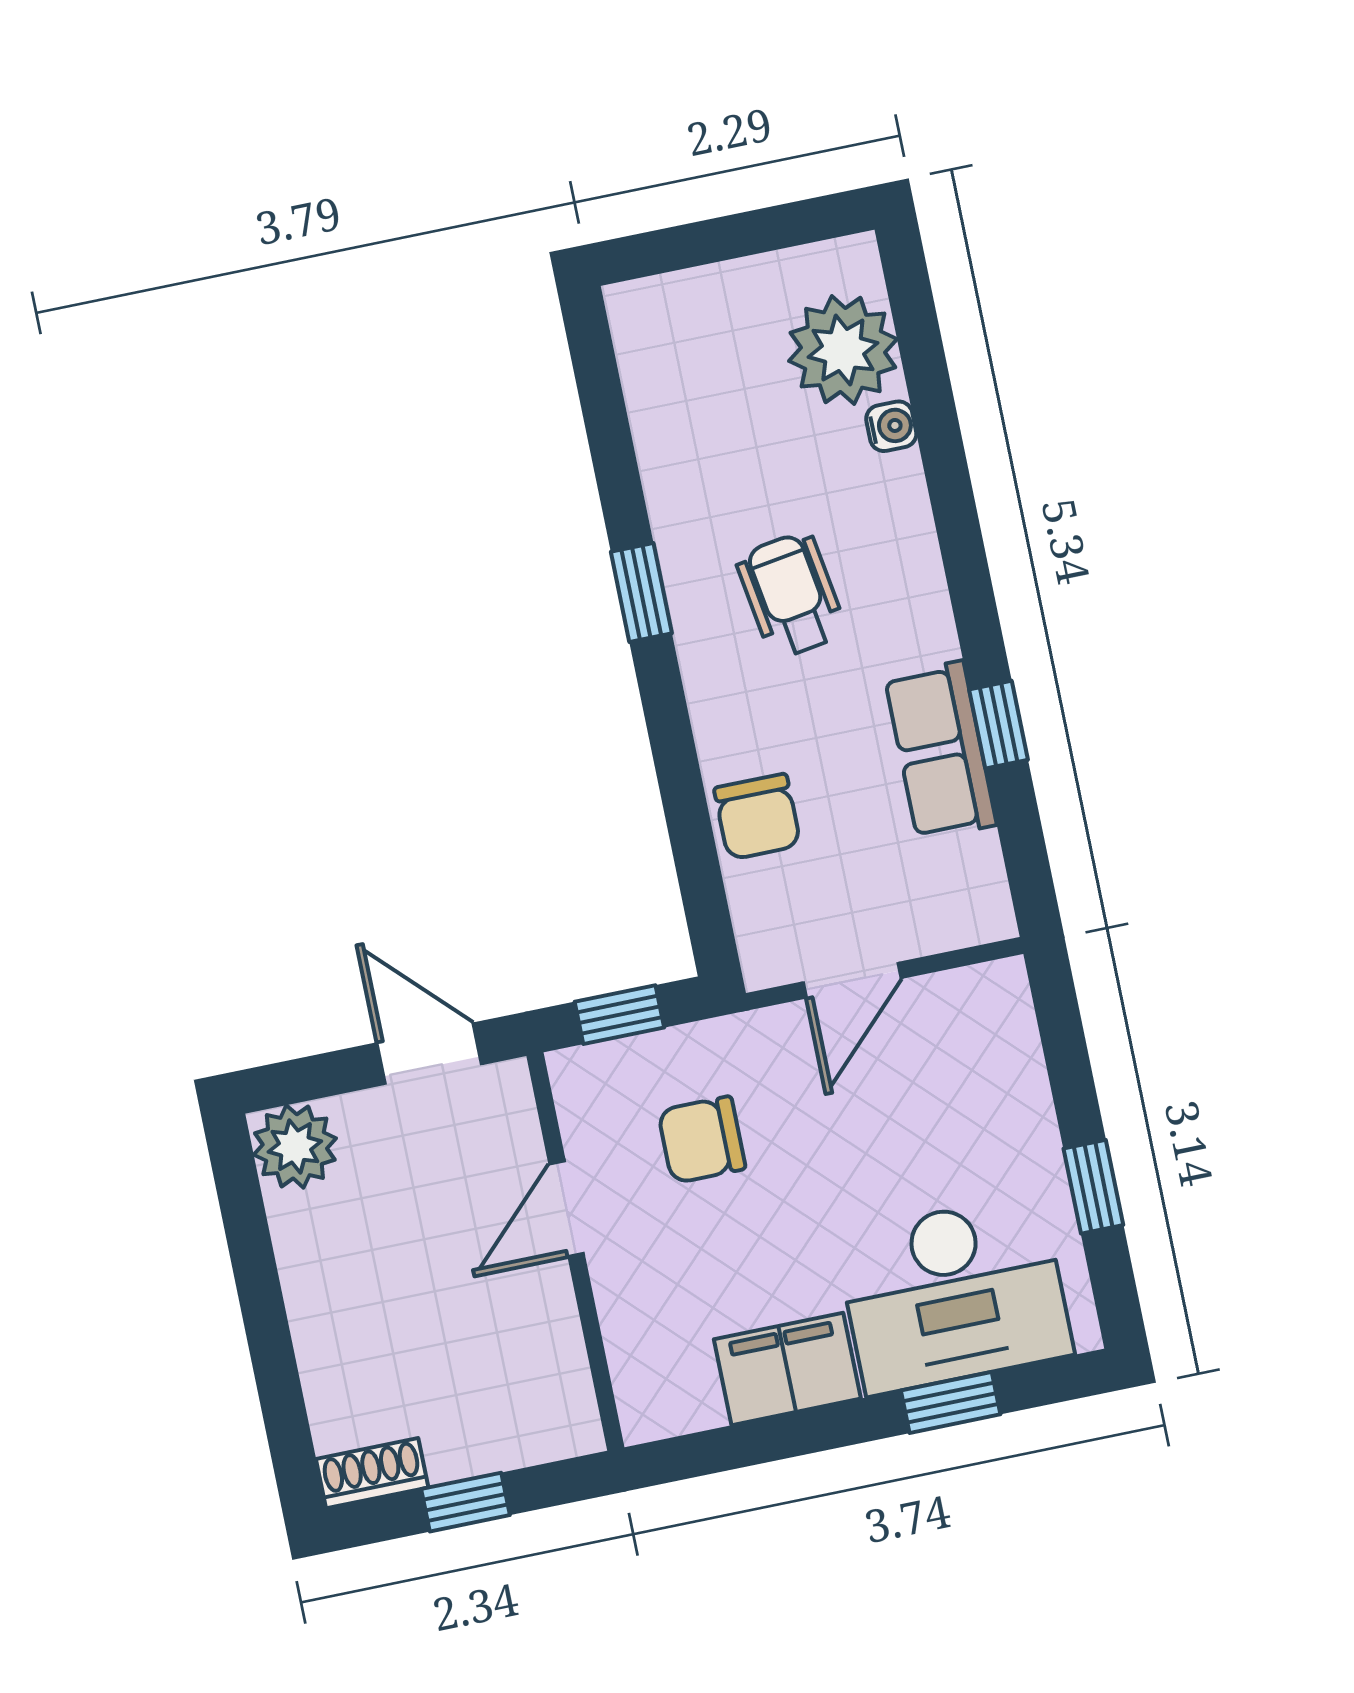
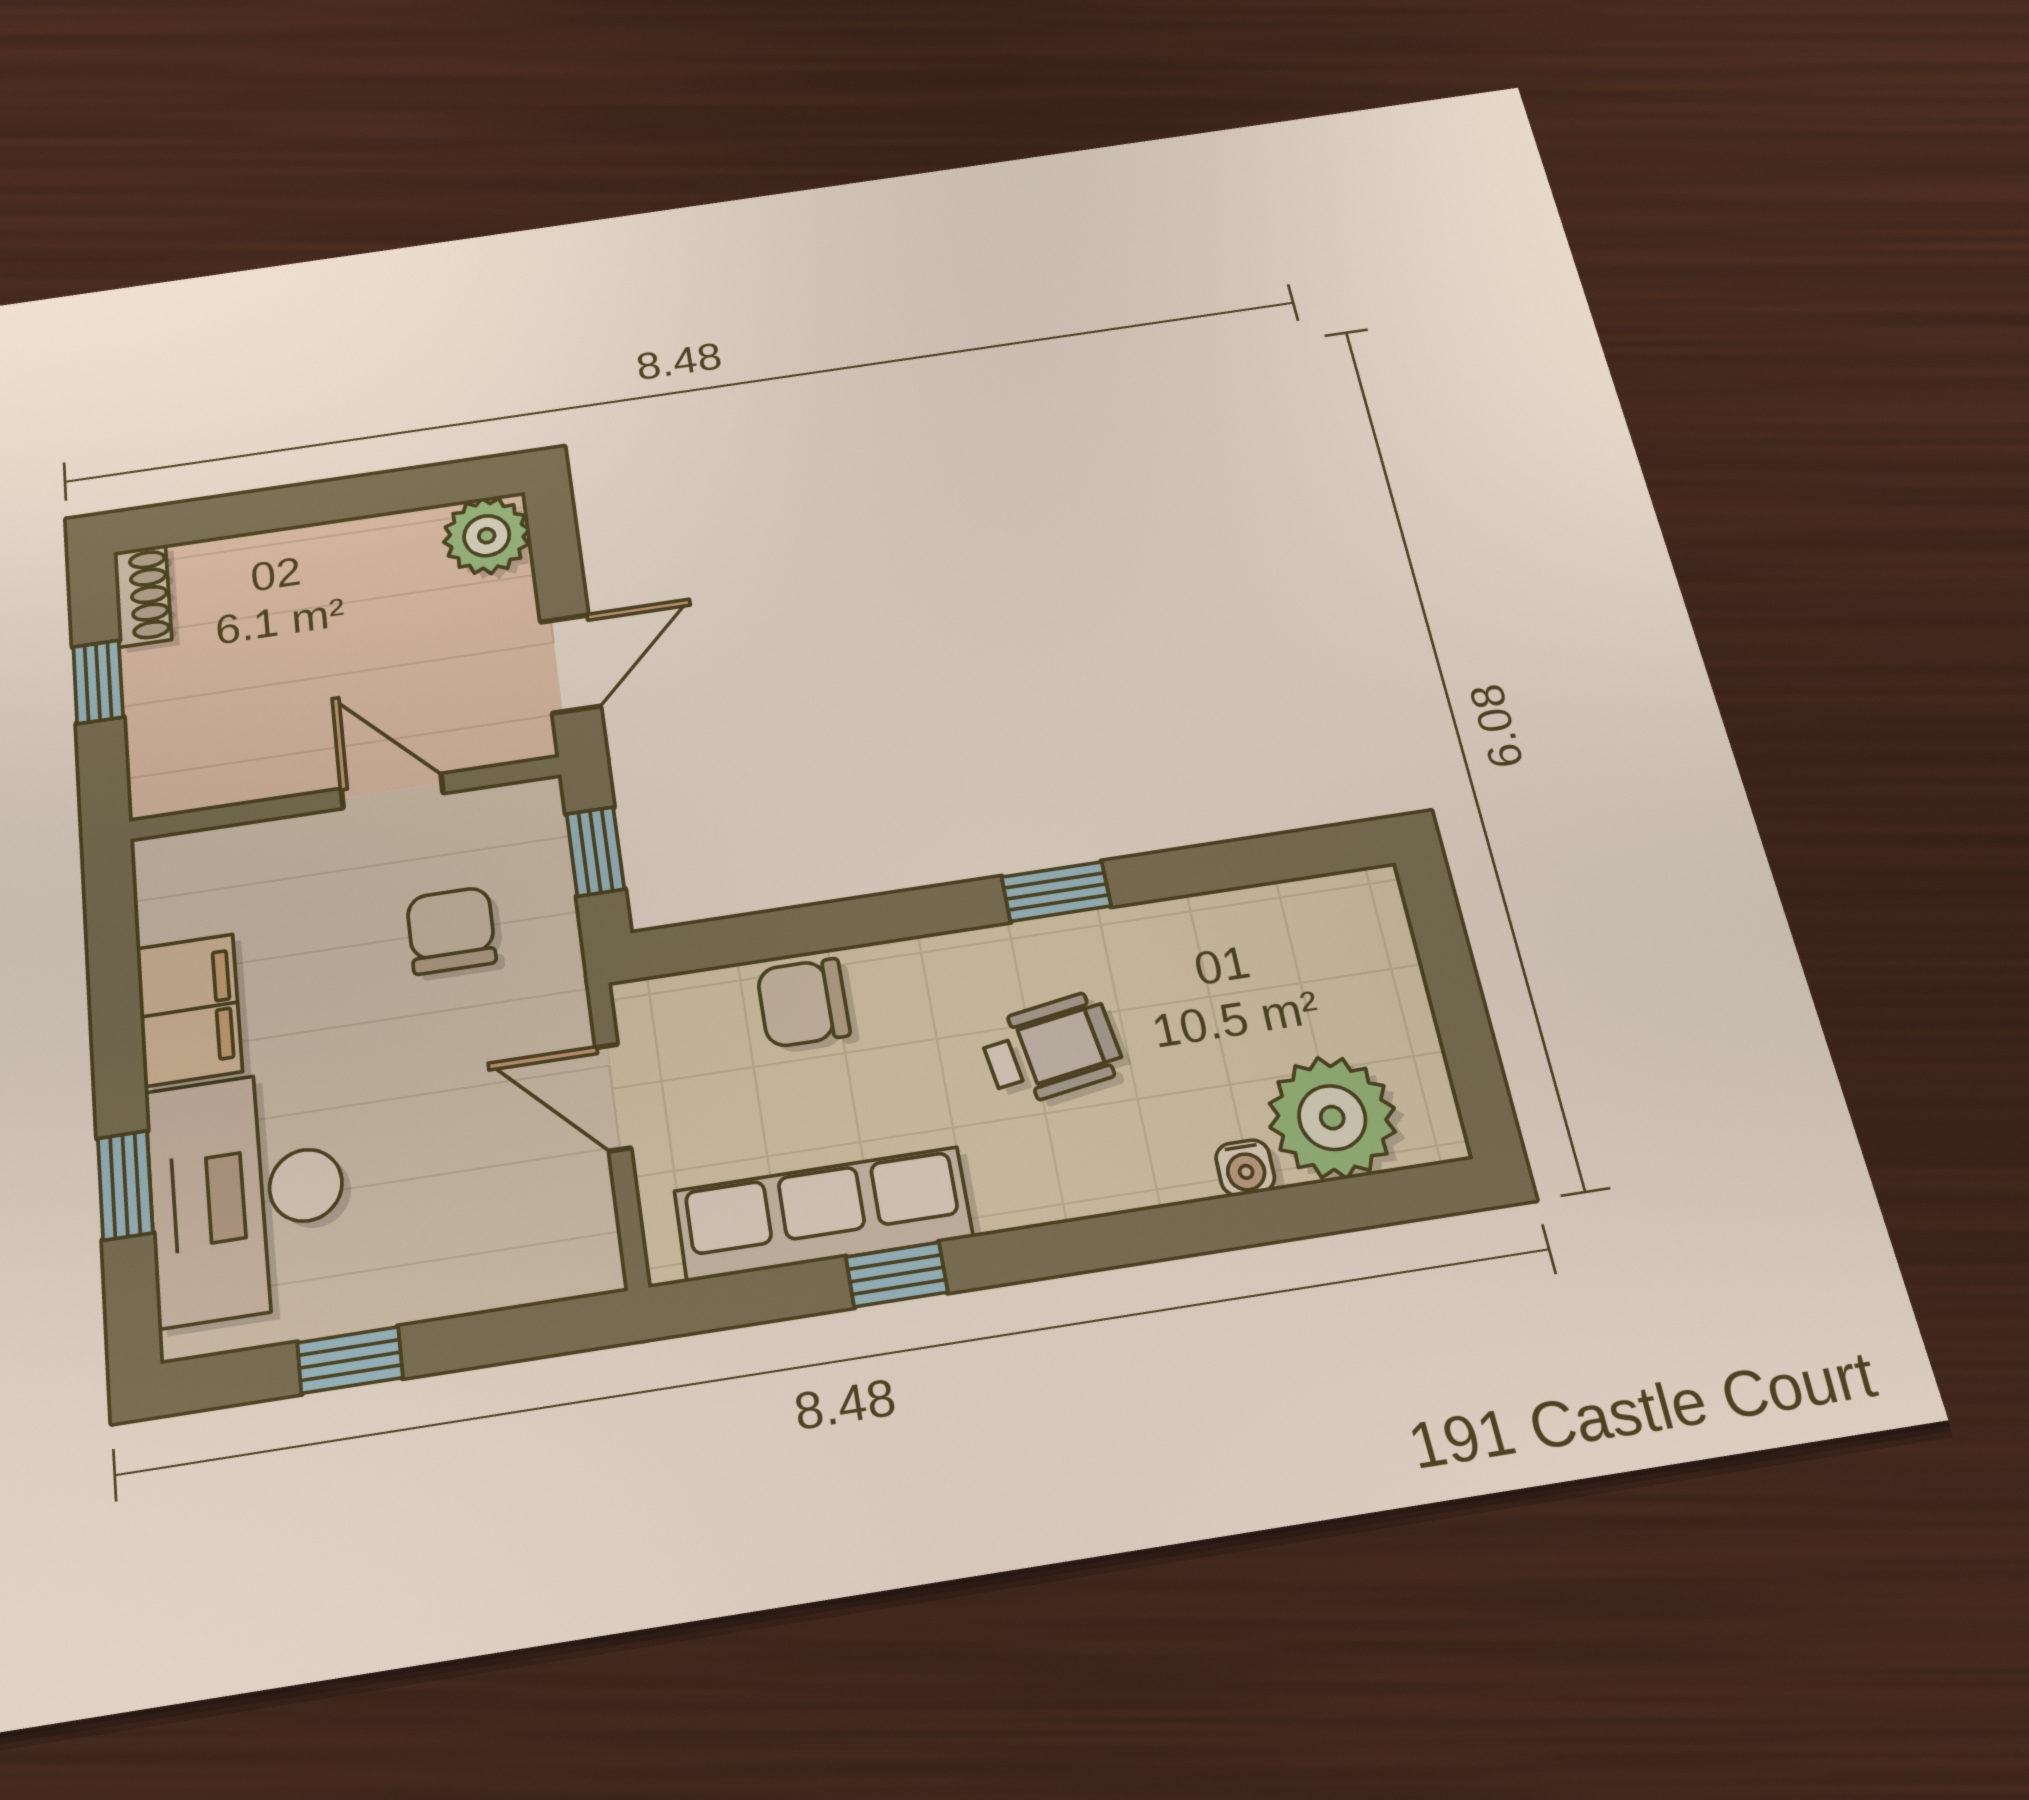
row of seats: (940, 751) -> (823, 1214), width x1.48

